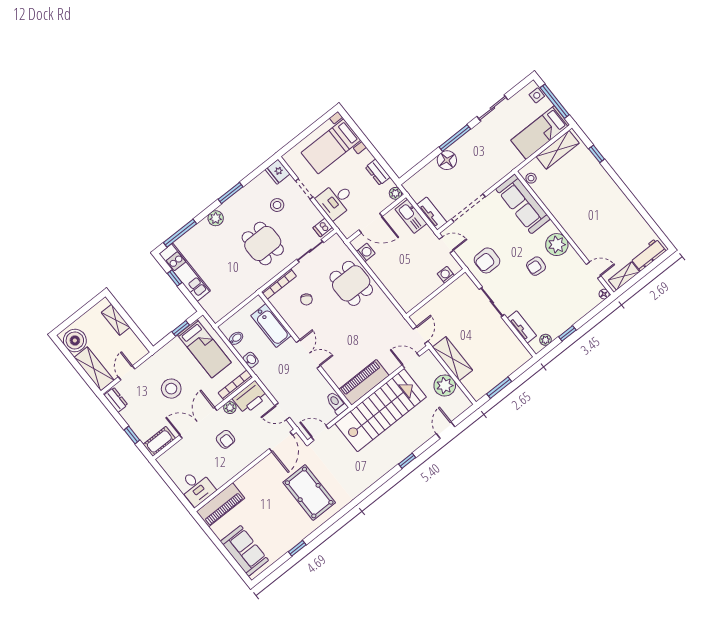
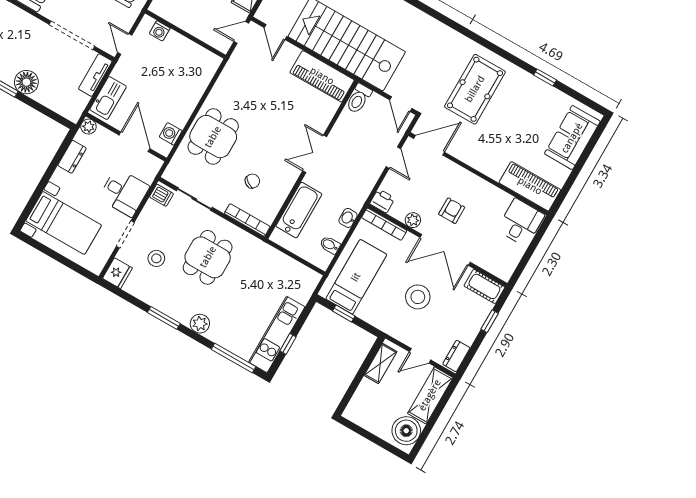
shelving: (116, 320) -> (380, 363), moved
printer: (250, 397) -> (382, 201), width x0.53, depth x0.68

